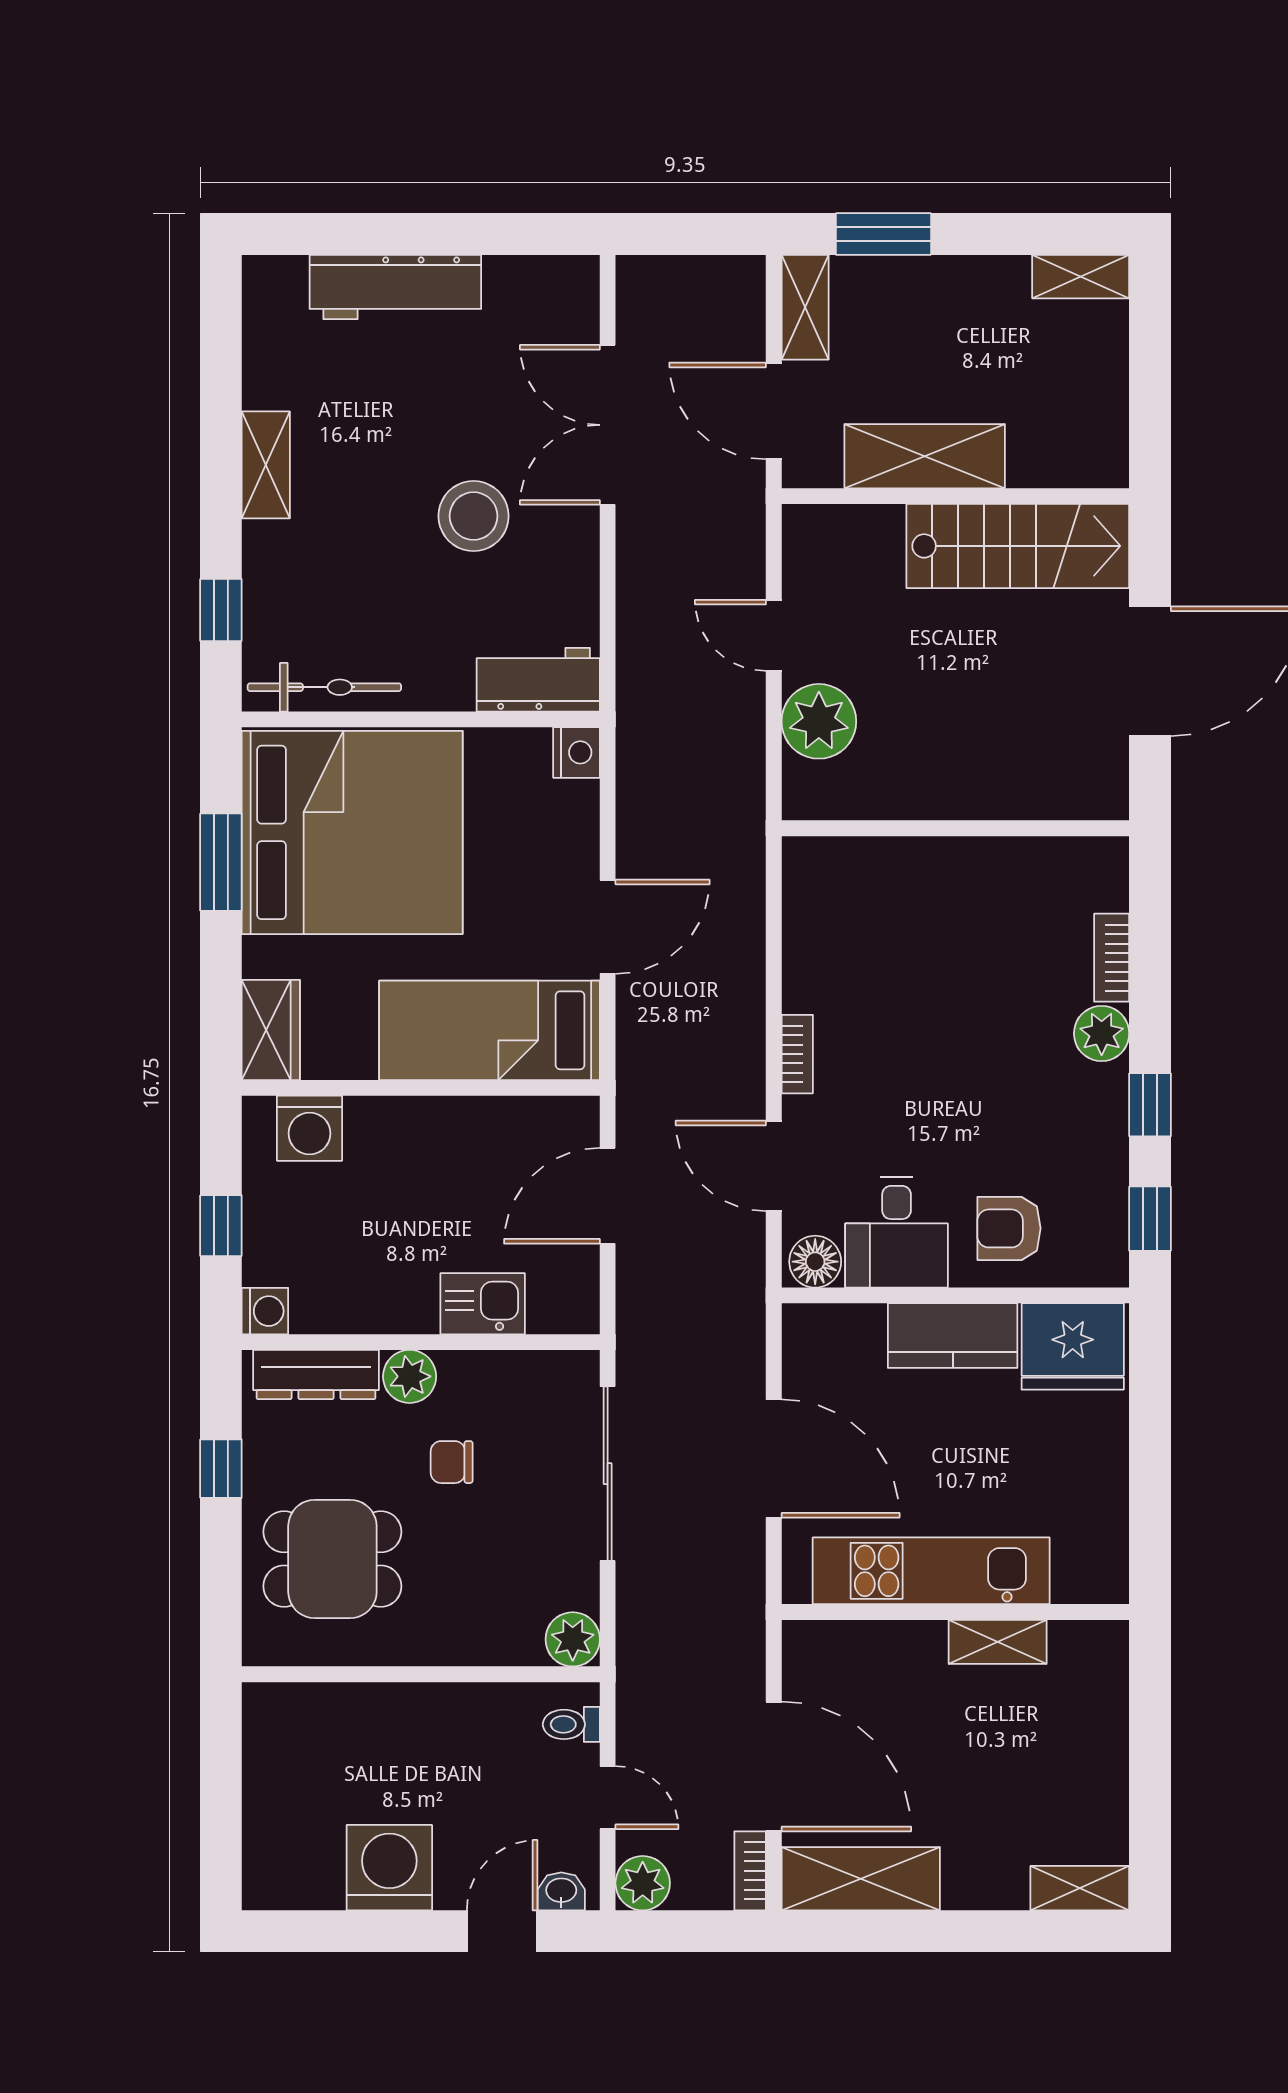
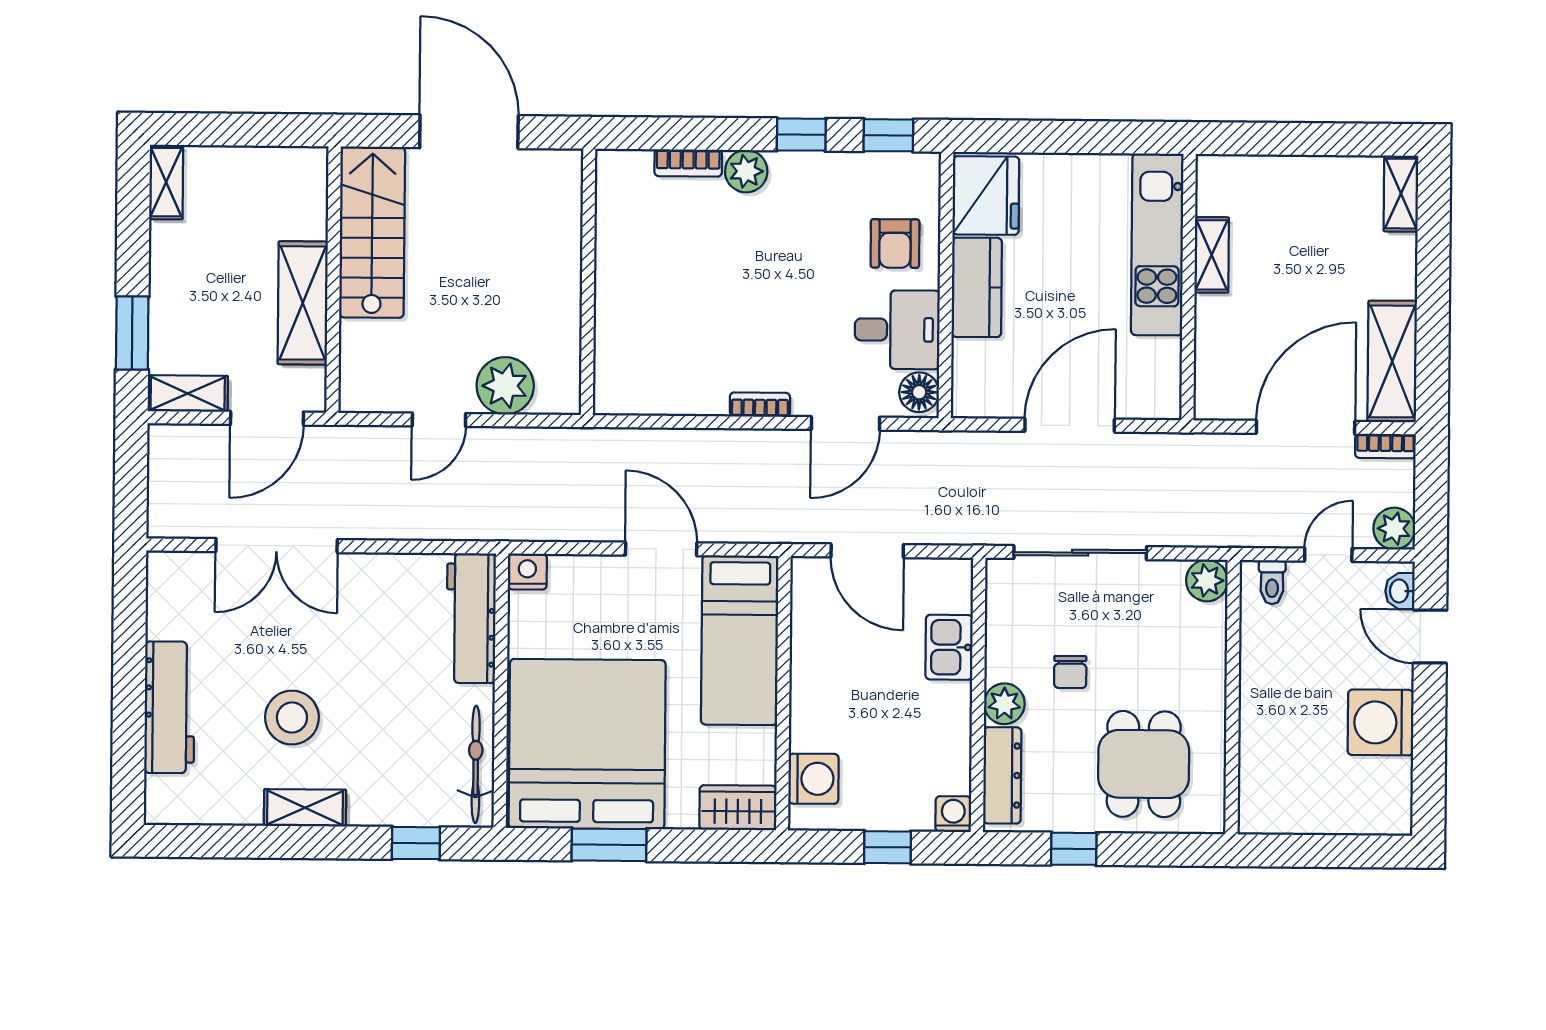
stool: (474, 516) -> (292, 718), moved
workbench: (538, 680) -> (471, 618), width x1.38
kitchen unit: (931, 1571) -> (1157, 244), moved

